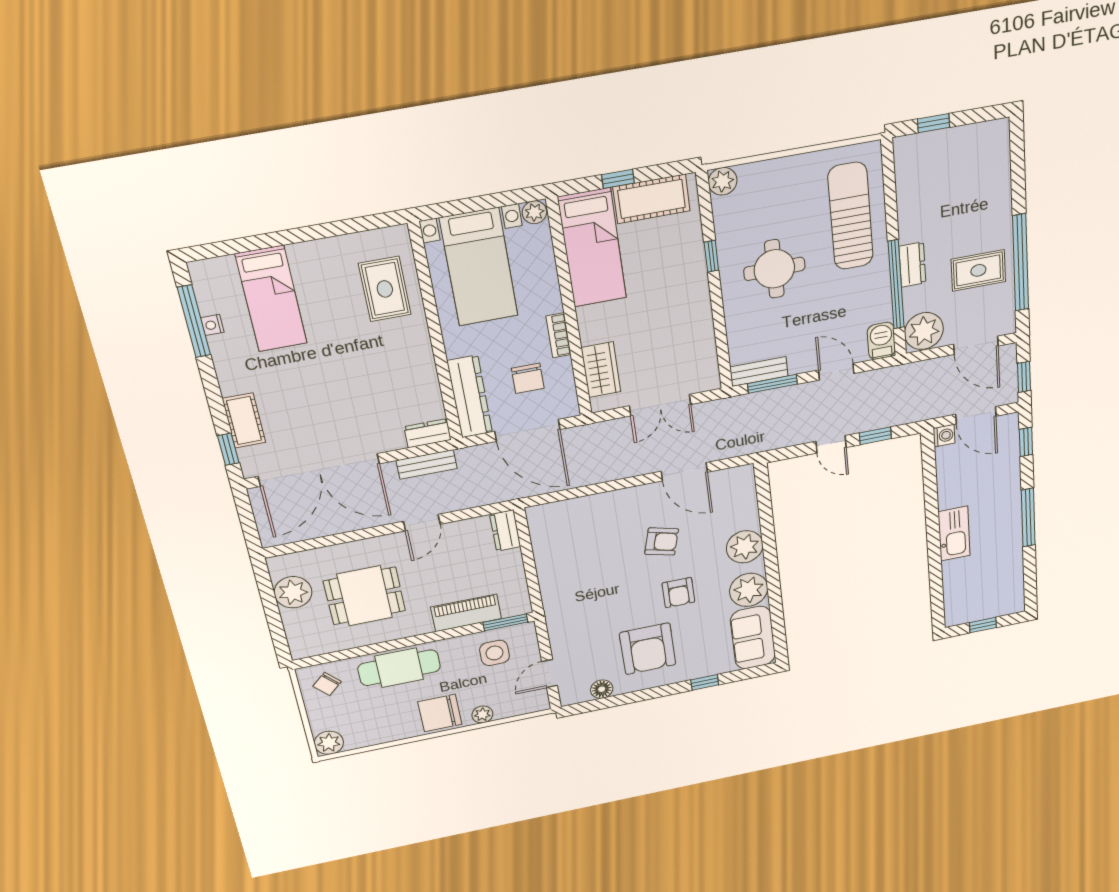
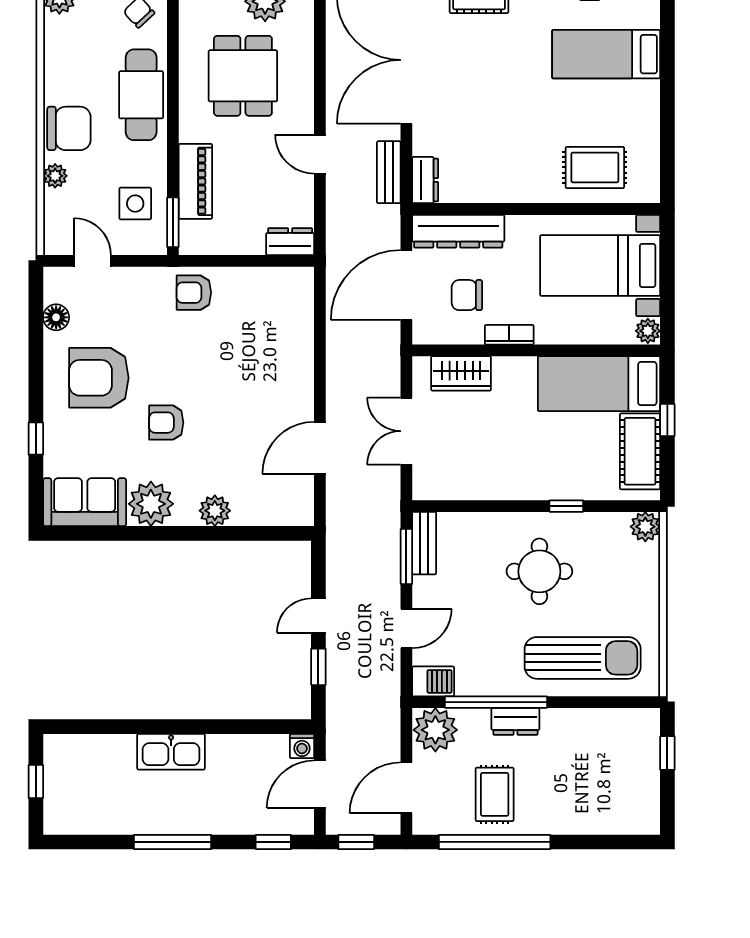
armchair: (662, 541) -> (194, 293), moved, turned 75
plant: (745, 547) -> (215, 511), width x0.73, depth x0.73
chair: (440, 713) -> (69, 128), turned 90

